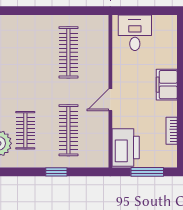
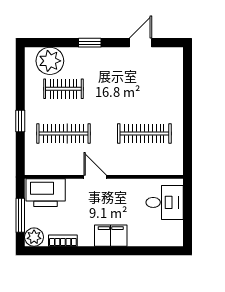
plant: (168, 159) -> (34, 237), added

